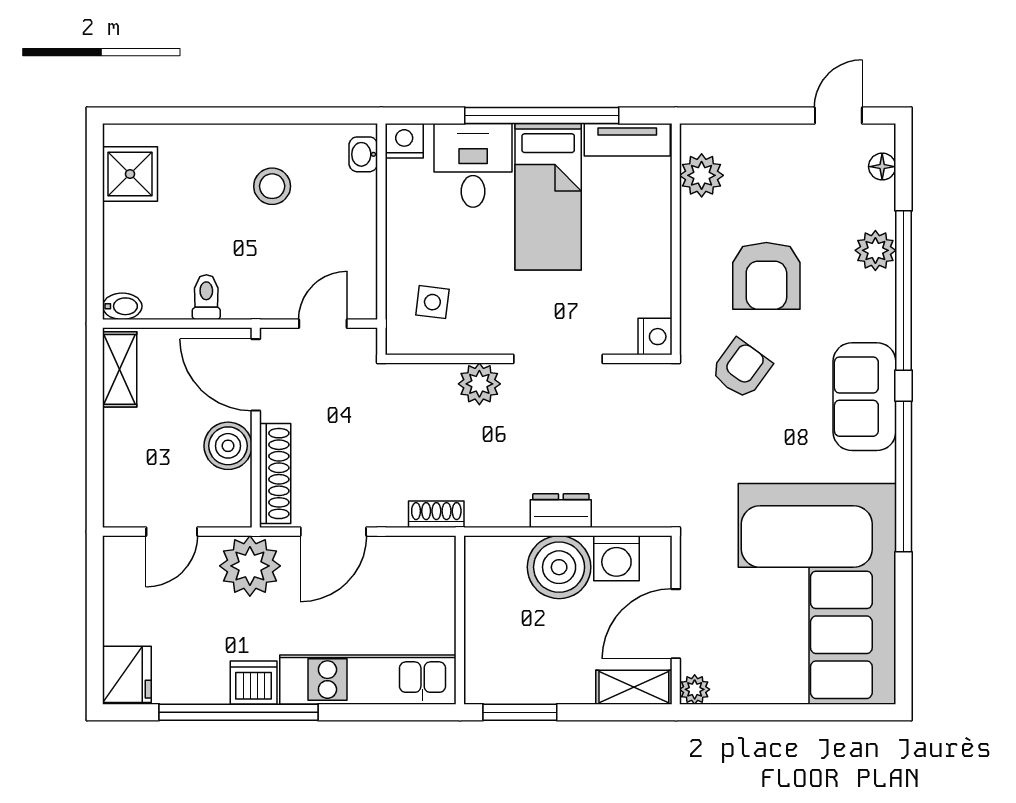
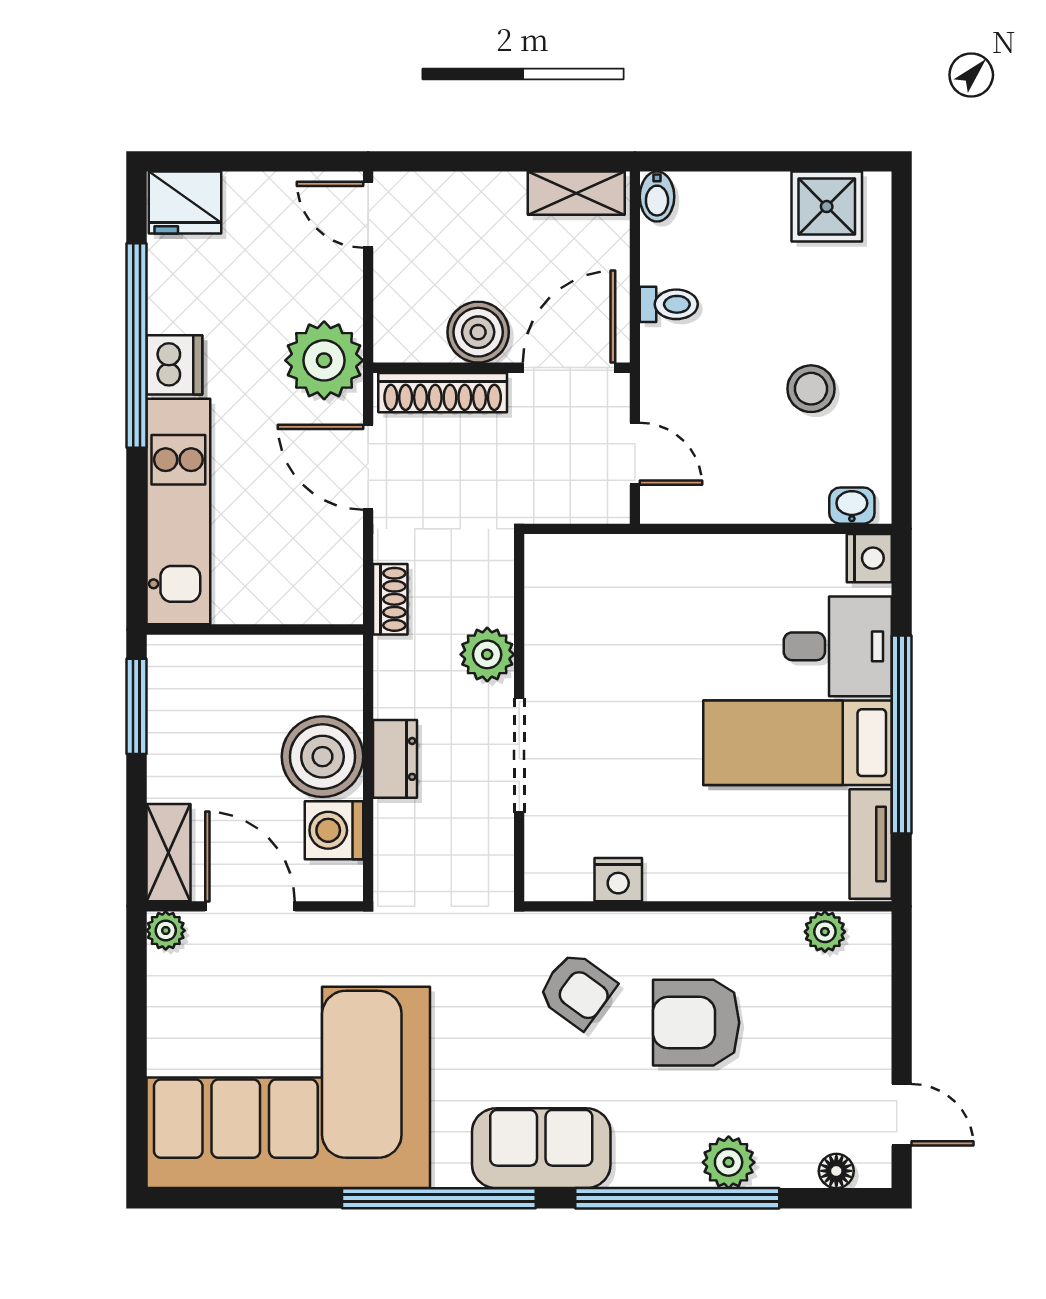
plant: (702, 175) -> (825, 932), width x0.73, depth x0.73
side table: (432, 302) -> (662, 594), removed
wall: (529, 359) -> (519, 718), moved
doorway: (558, 359) -> (519, 755), moved
plant: (479, 384) -> (487, 654), moved
door: (172, 532) -> (368, 215), moved

